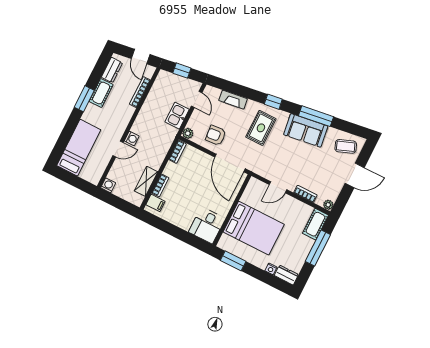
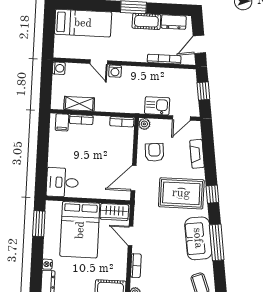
rug: (261, 128) -> (181, 193), width x1.36, depth x1.43
door: (230, 163) -> (134, 178), width x0.73
wardrobe: (252, 192) -> (114, 212), added

